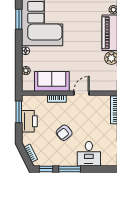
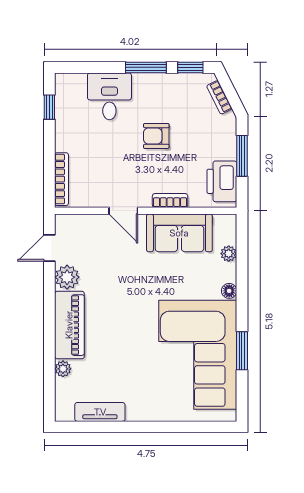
door: (81, 93) -> (123, 211), hinge flipped
window: (19, 112) -> (242, 156), moved
printer: (29, 121) -> (222, 181), moved
armchair: (64, 133) -> (156, 136), turned -140

